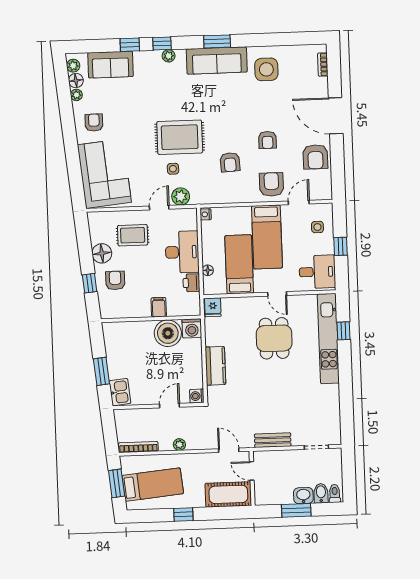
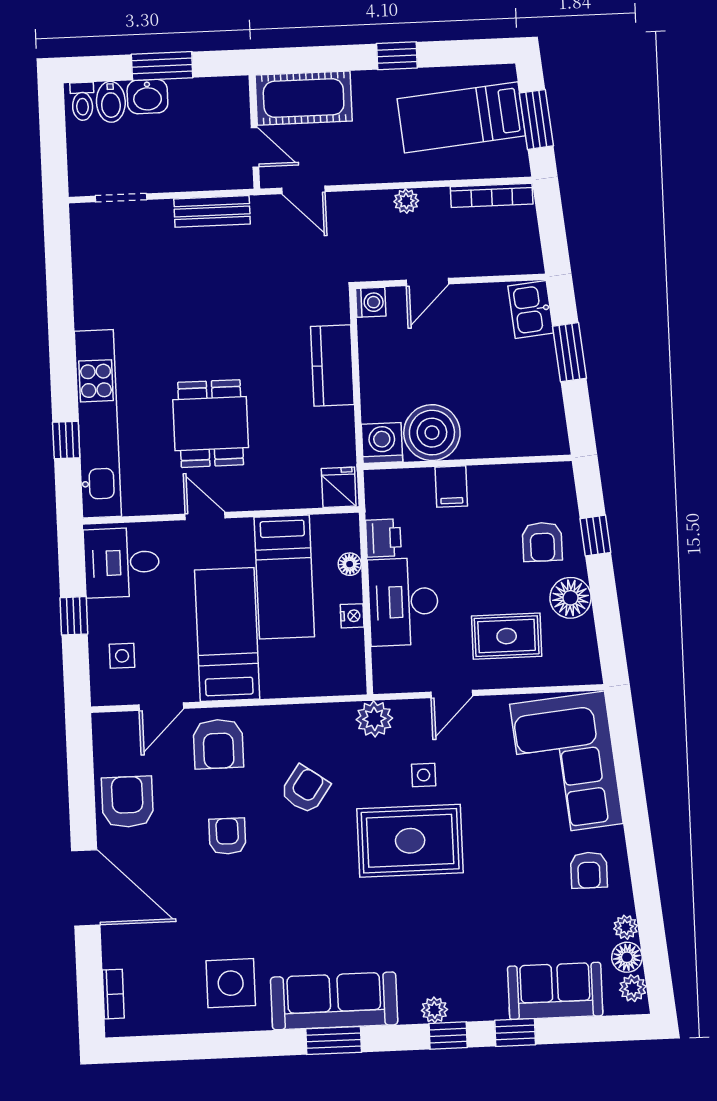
armchair: (230, 162) -> (305, 789), turned 38
plant: (181, 196) -> (374, 719), moved
nightstand: (206, 214) -> (352, 616), moved

